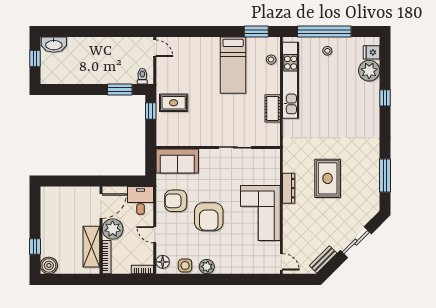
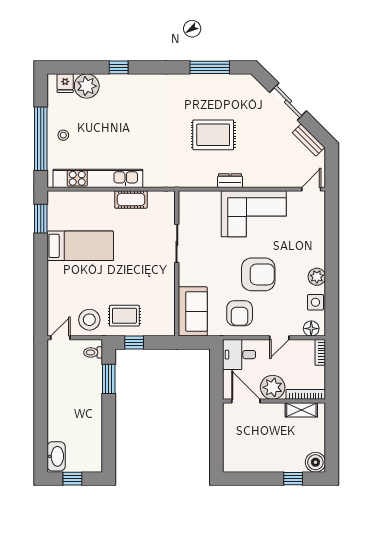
stool: (271, 60) -> (89, 320), moved, width x1.89, depth x1.89
rug: (174, 103) -> (124, 316), turned 90
dresser: (289, 188) -> (230, 181), width x0.70
shelving: (91, 247) -> (301, 410), width x0.67, depth x0.75

